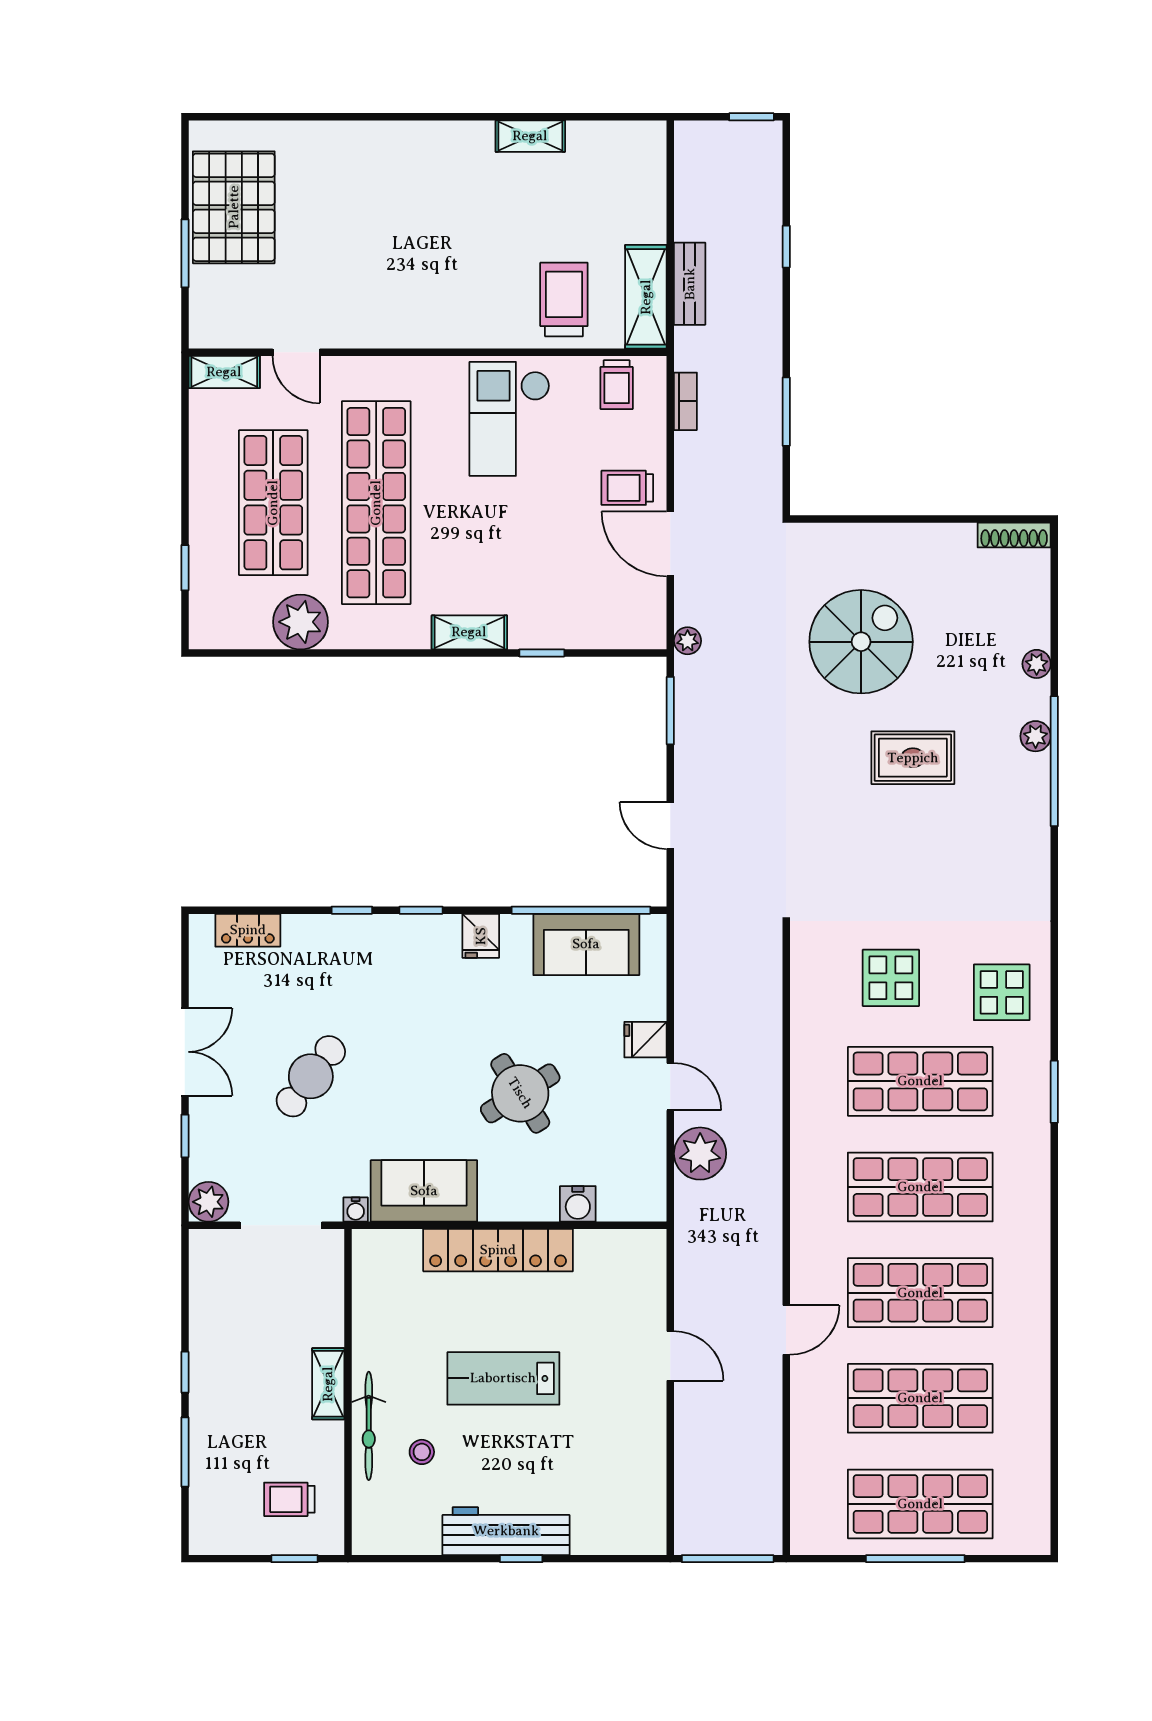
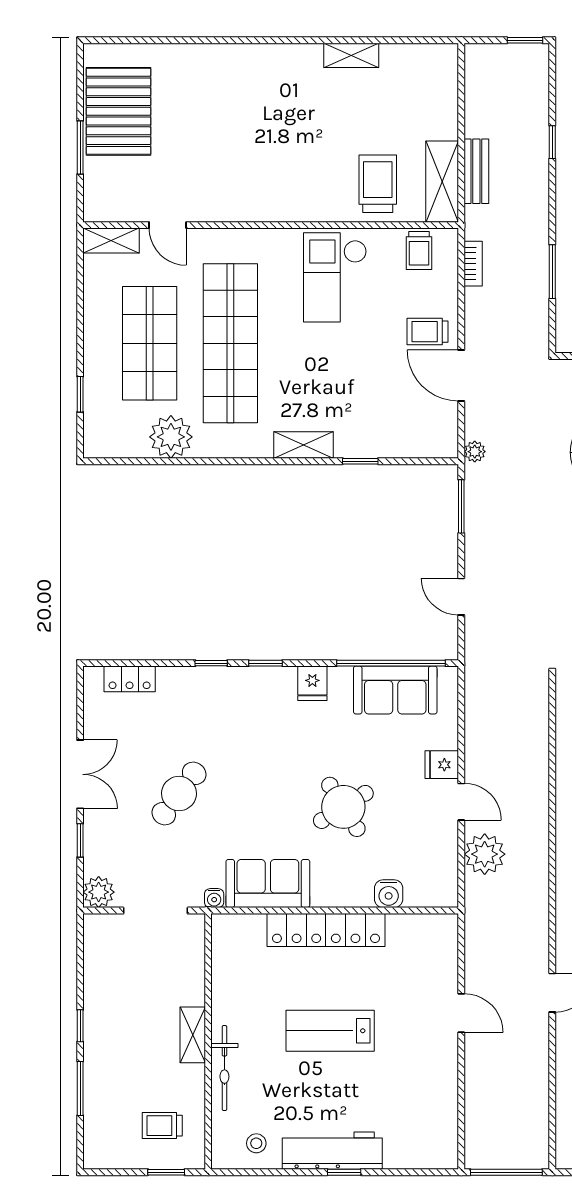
stool: (422, 1452) -> (256, 1143), moved

